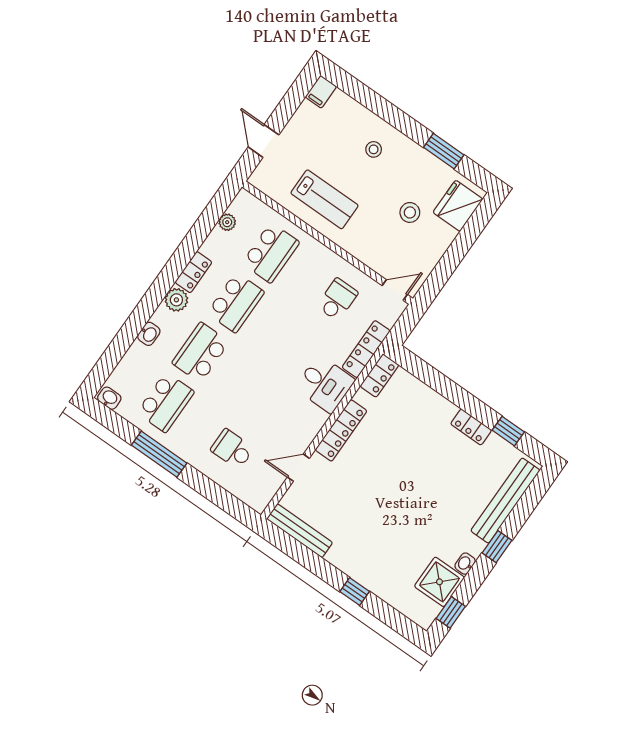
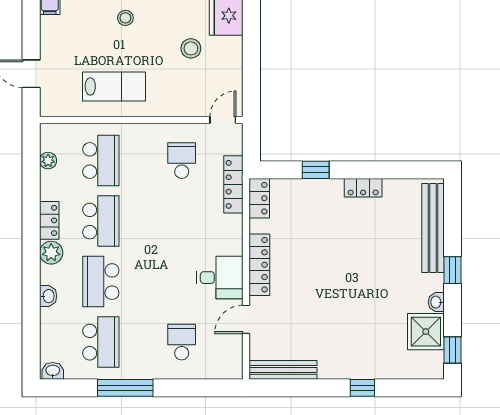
desk: (325, 384) -> (220, 278), moved
window: (508, 431) -> (316, 170), moved
school desk: (232, 449) -> (182, 342), turned 90

